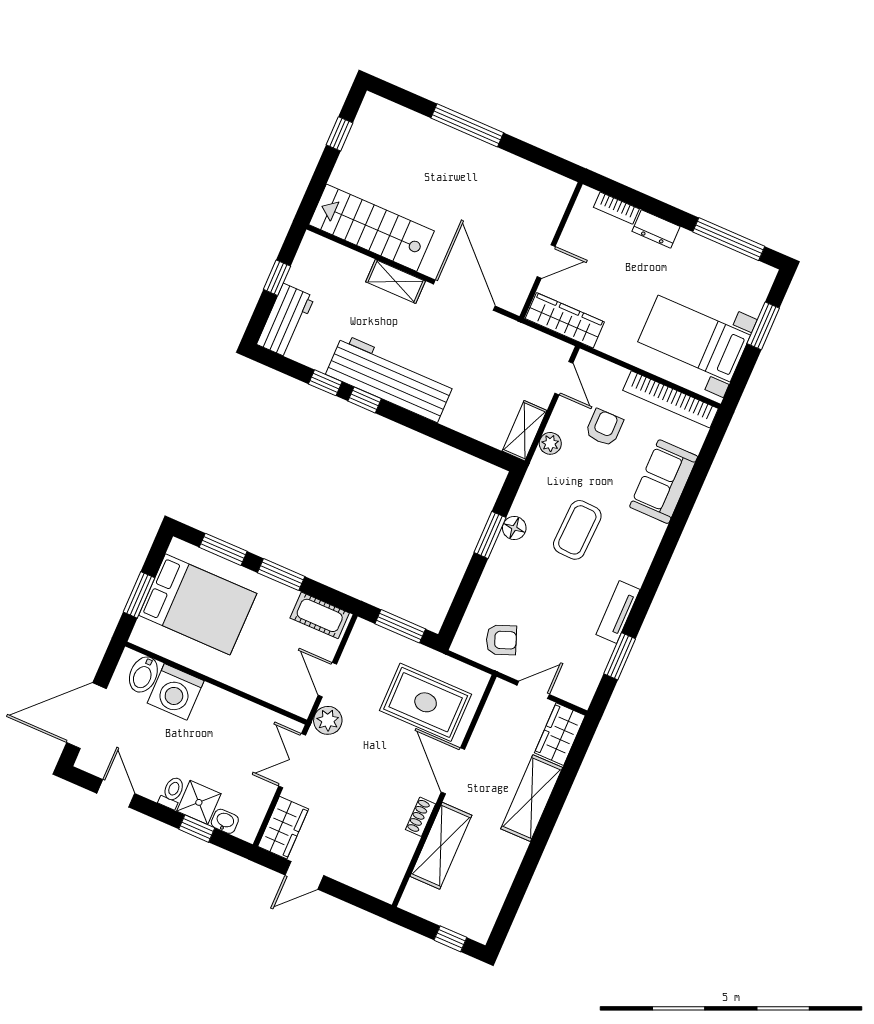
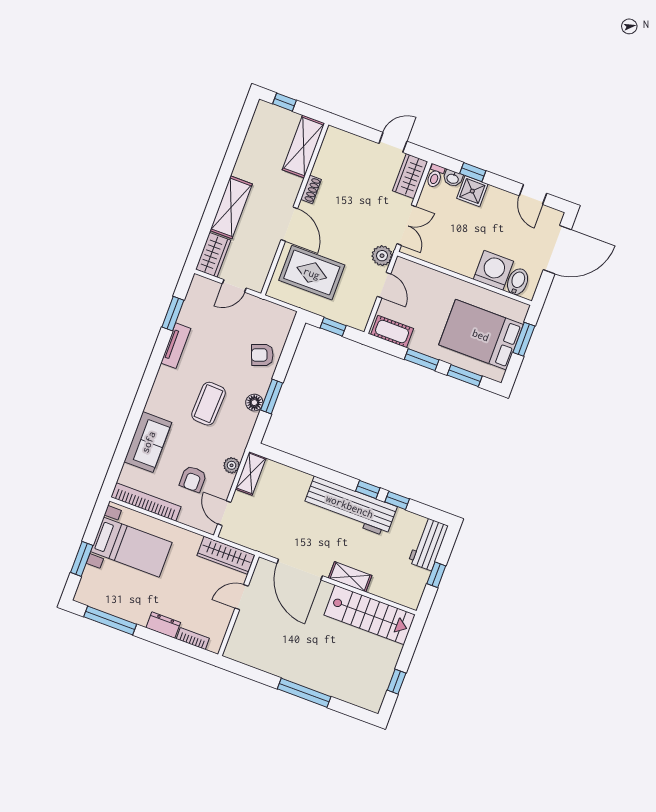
window: (400, 626) -> (333, 327), width x0.67
armchair: (501, 640) -> (262, 355), moved
toilet: (172, 793) -> (435, 176), moved
shelving: (441, 846) -> (303, 147), moved

